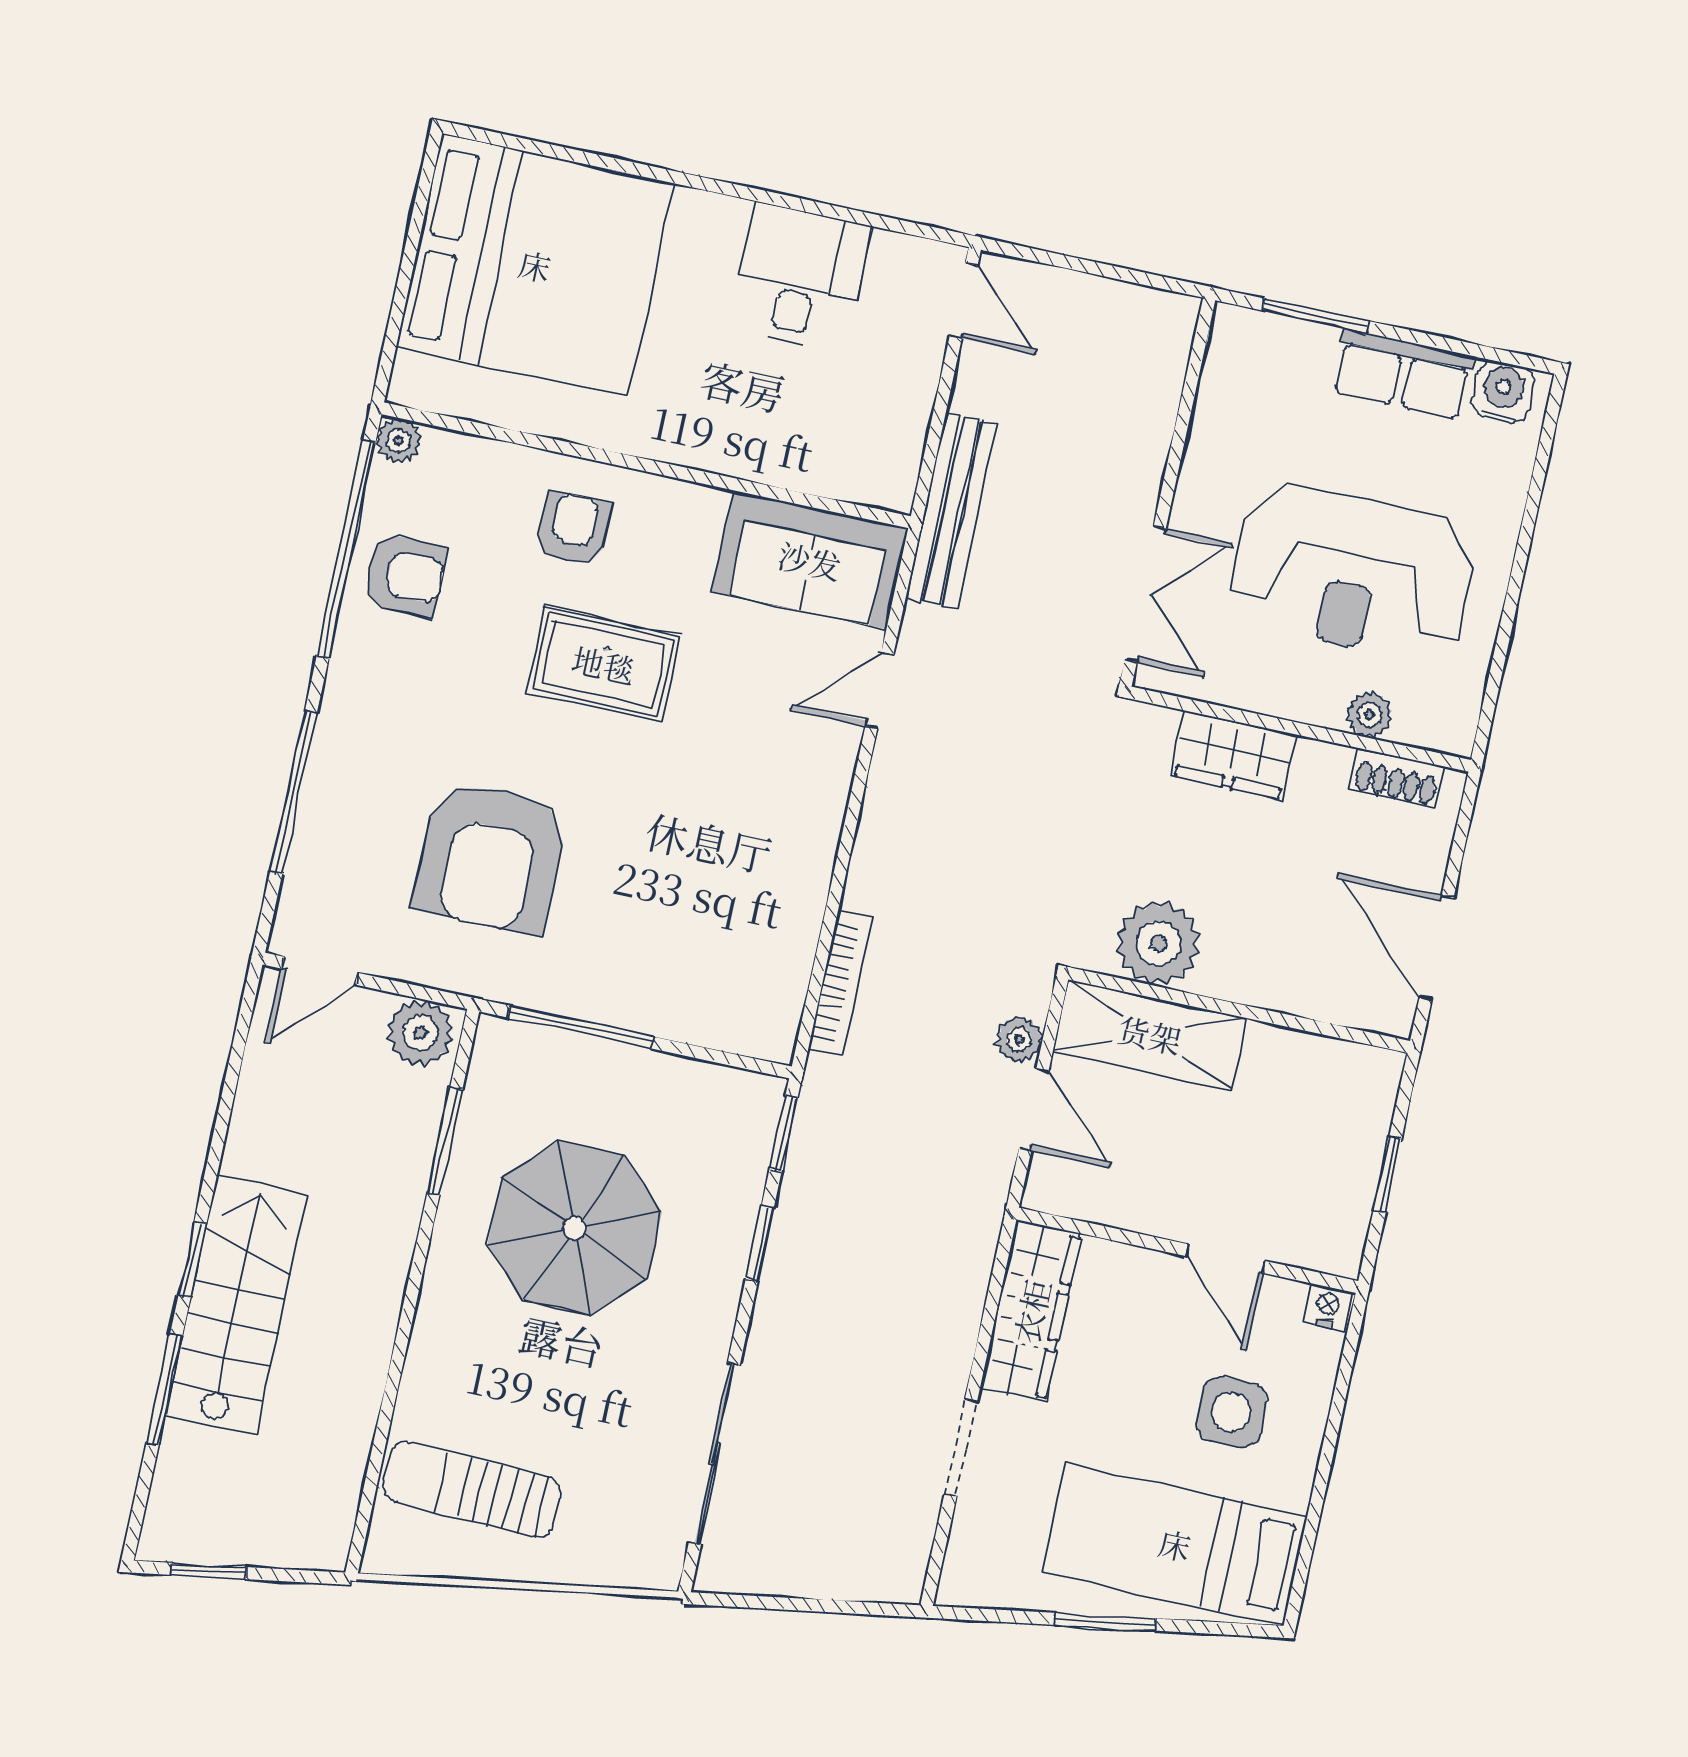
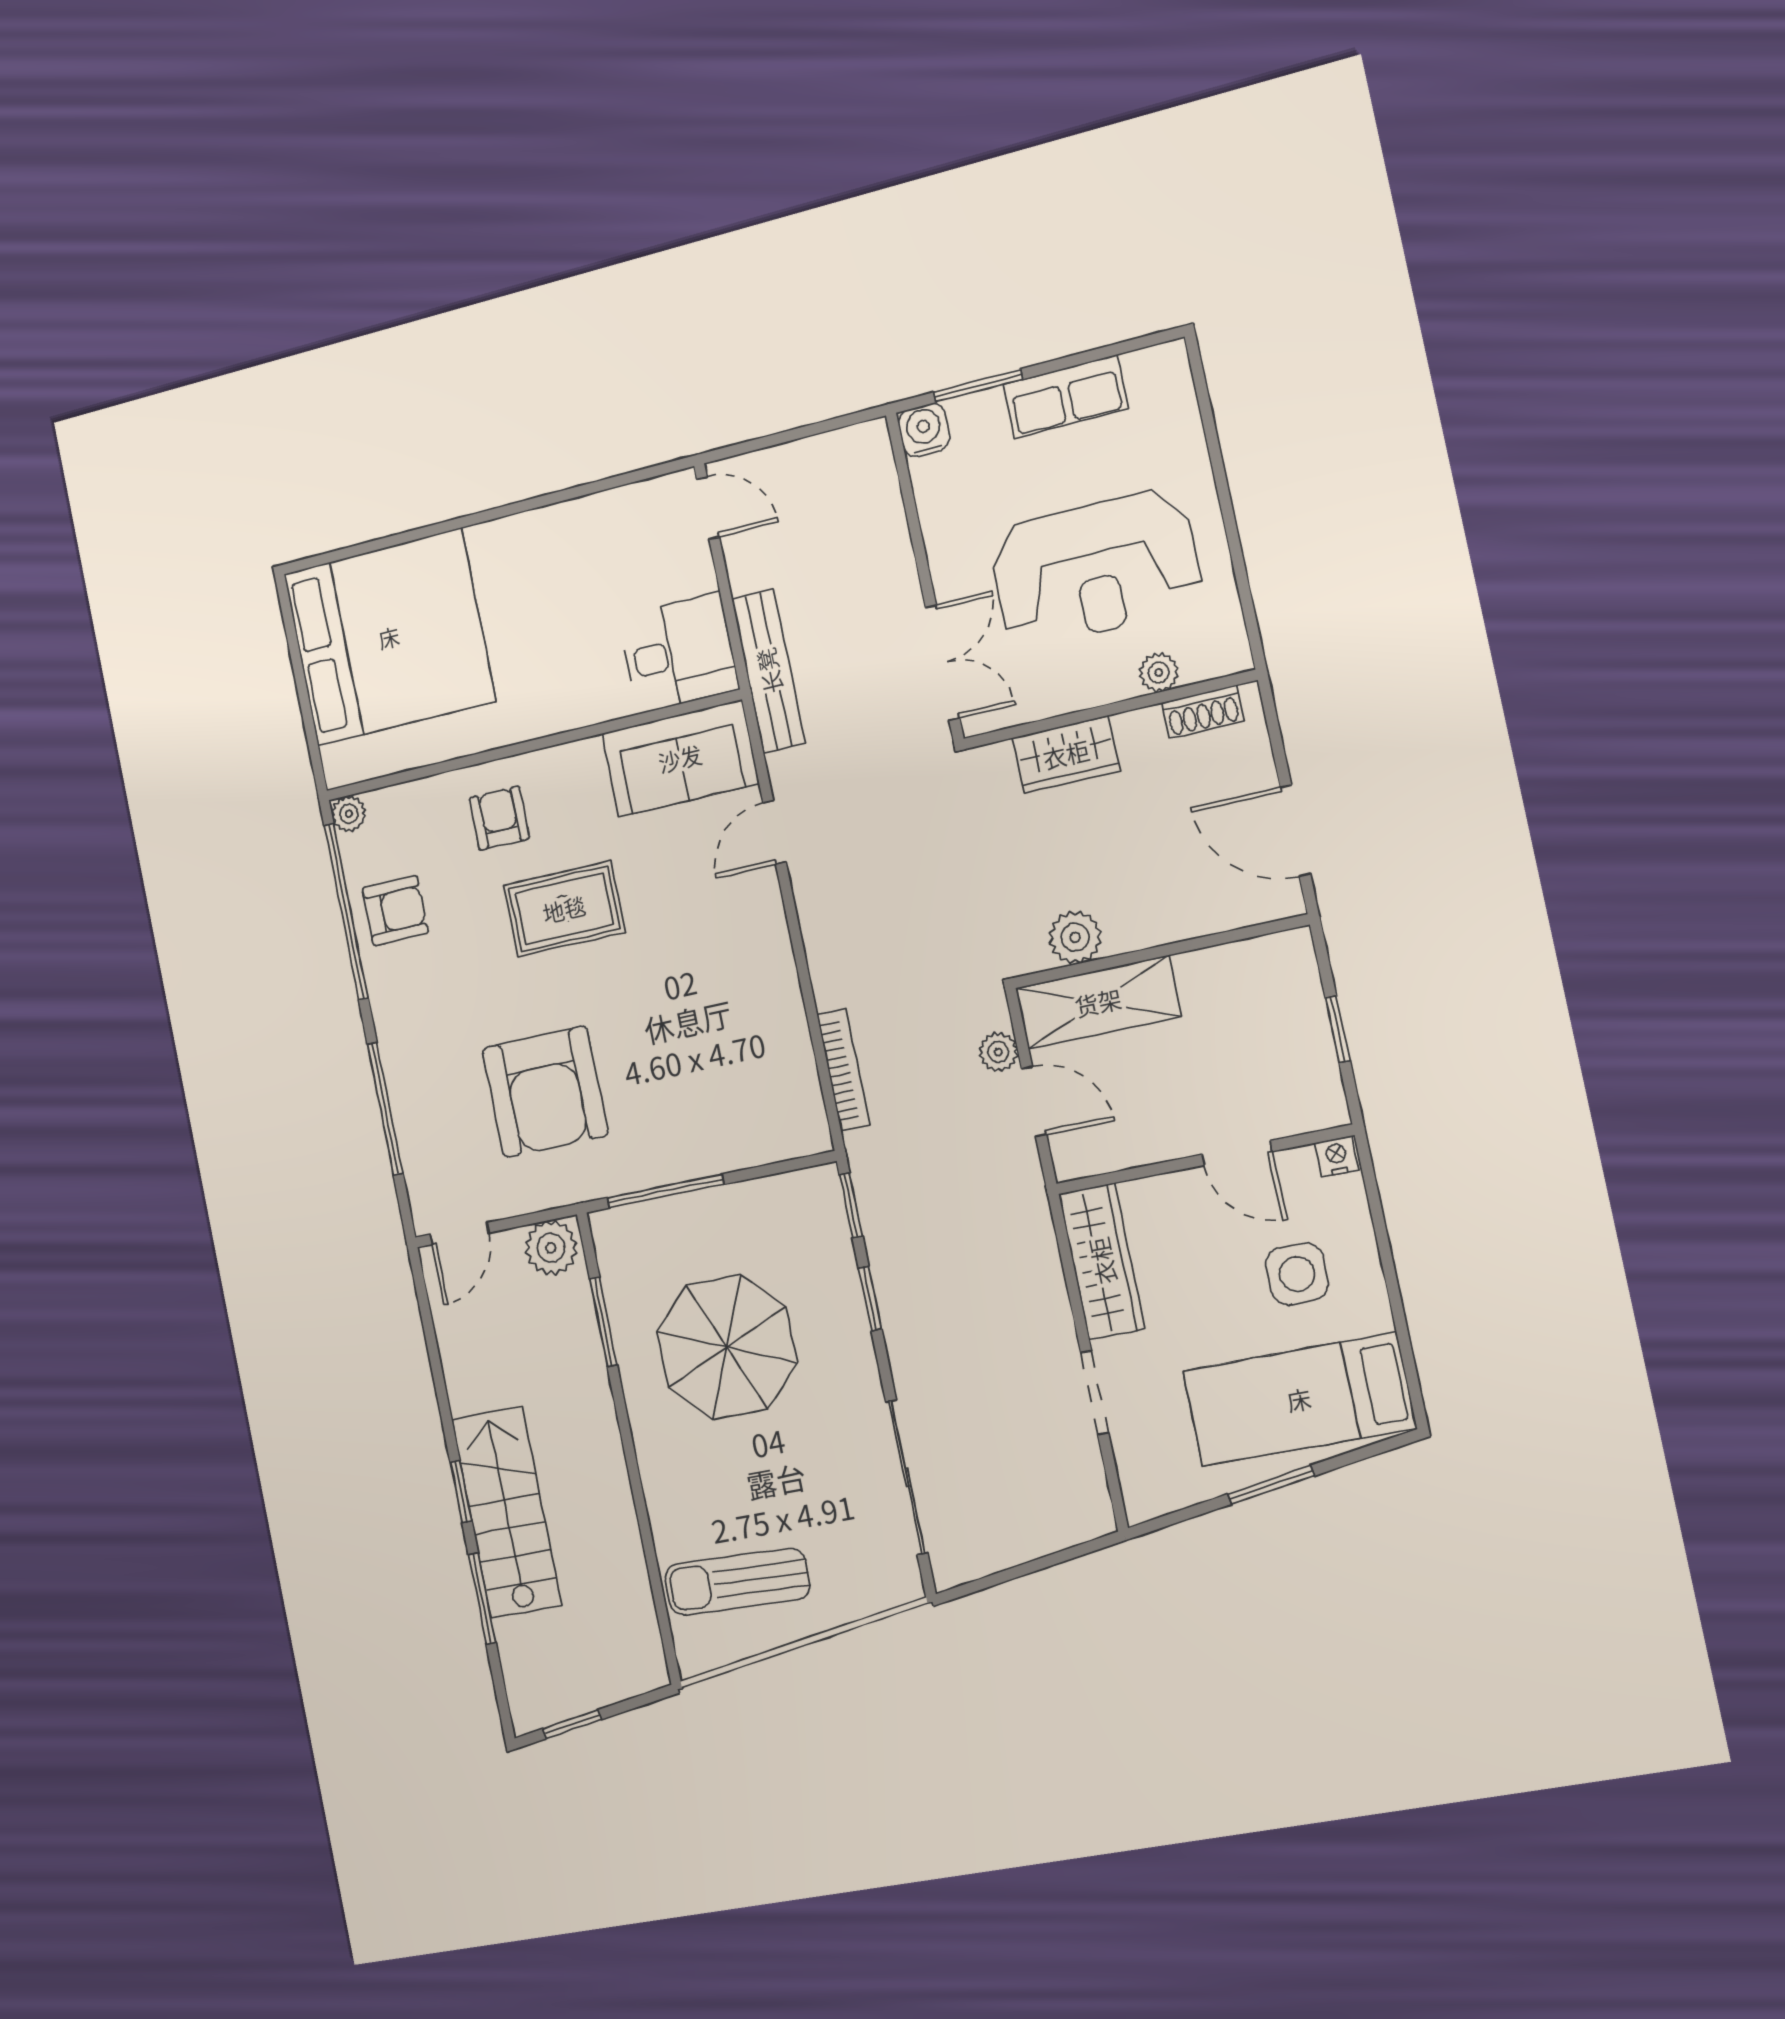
desk: (799, 277) -> (679, 653), moved, turned 90
water cooler: (1503, 392) -> (924, 430), moved
plant: (1158, 943) -> (1075, 937), width x0.73, depth x0.73

